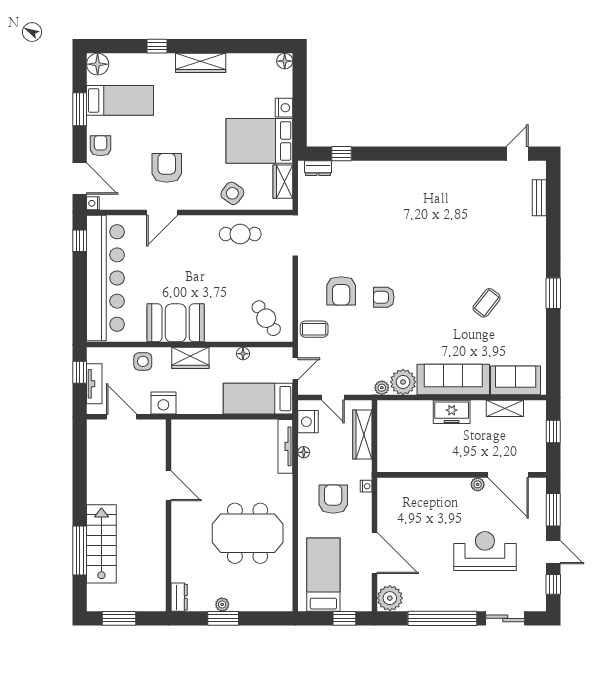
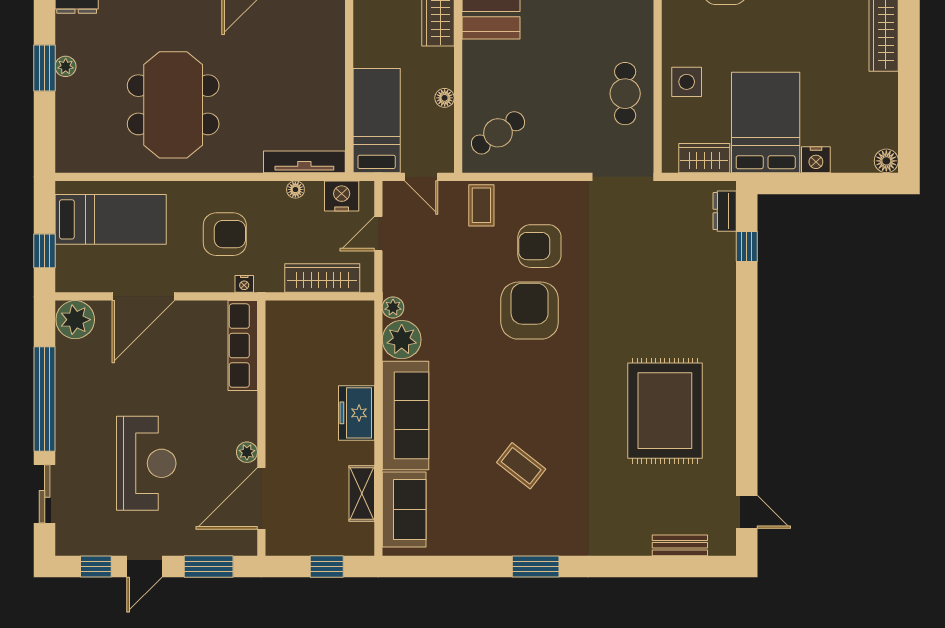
side table: (232, 193) -> (687, 82), turned -36
rug: (450, 208) -> (665, 411), added
armchair: (384, 297) -> (530, 311), width x1.88, depth x1.88
row of seats: (407, 487) -> (243, 346), added

